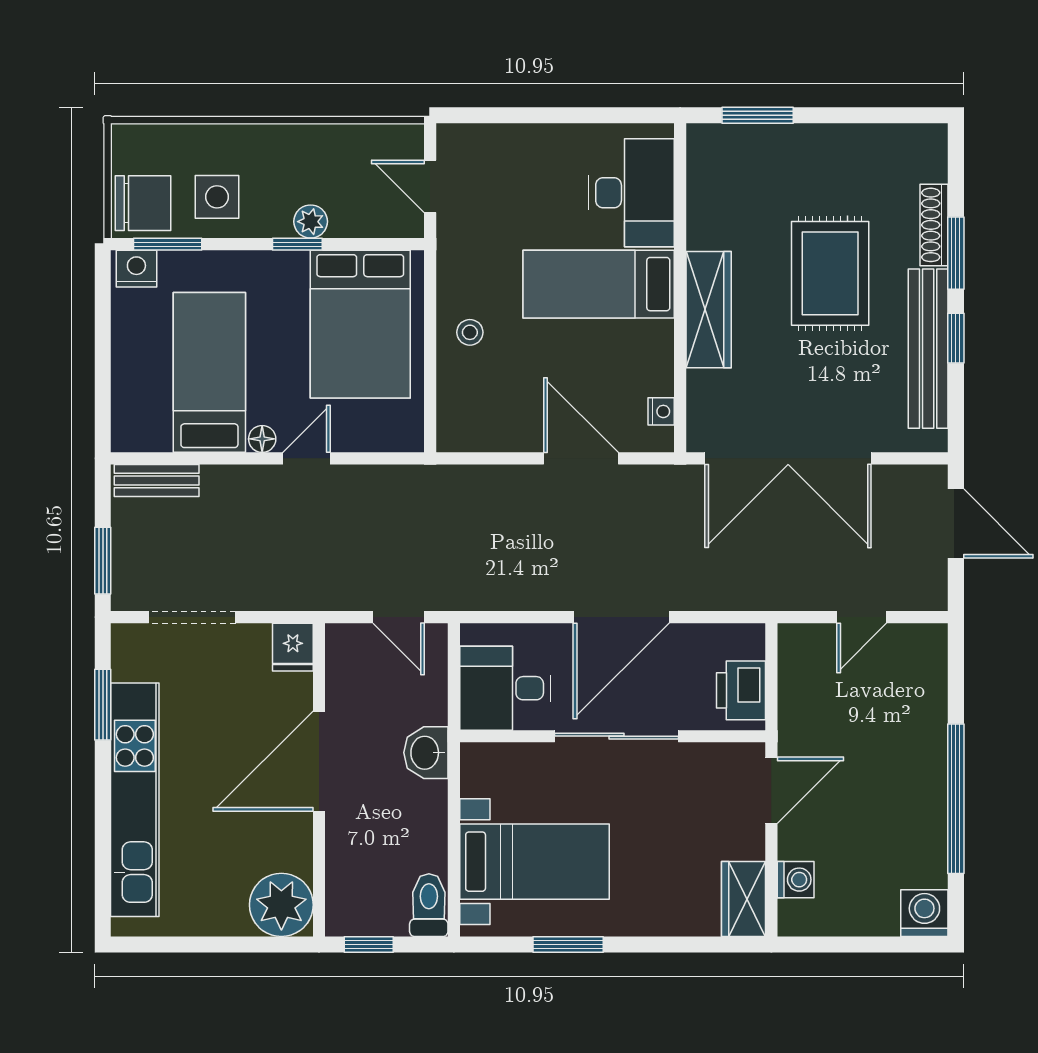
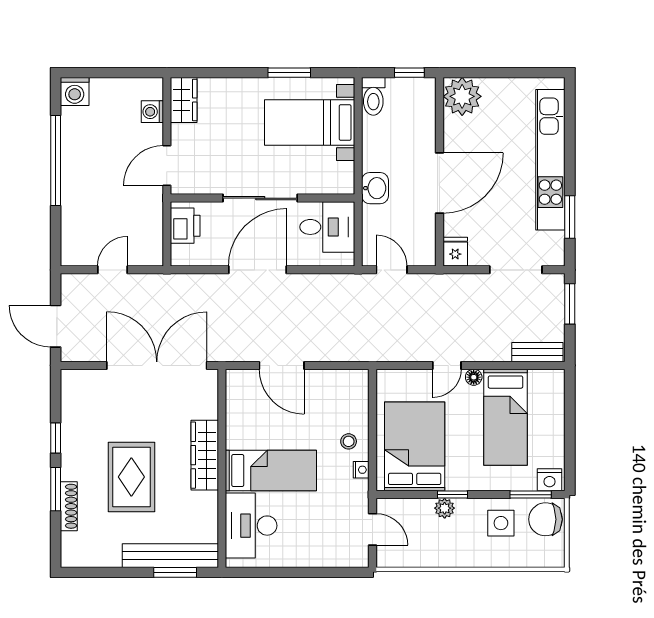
bench: (928, 349) -> (170, 556), moved, turned 90
nightstand: (661, 411) -> (361, 470), moved, turned 180

